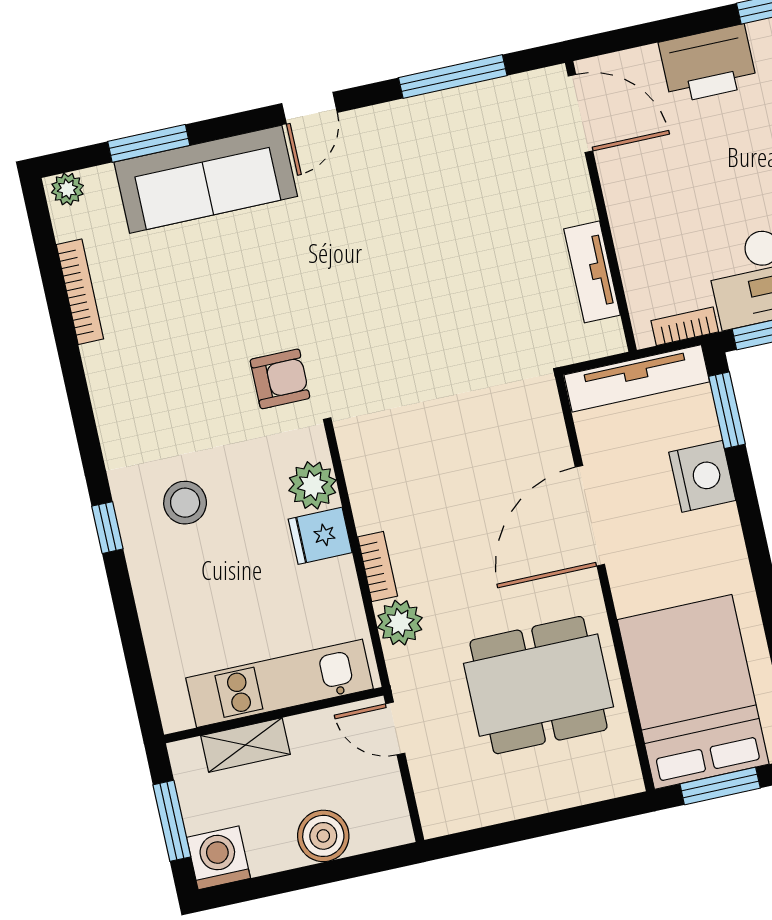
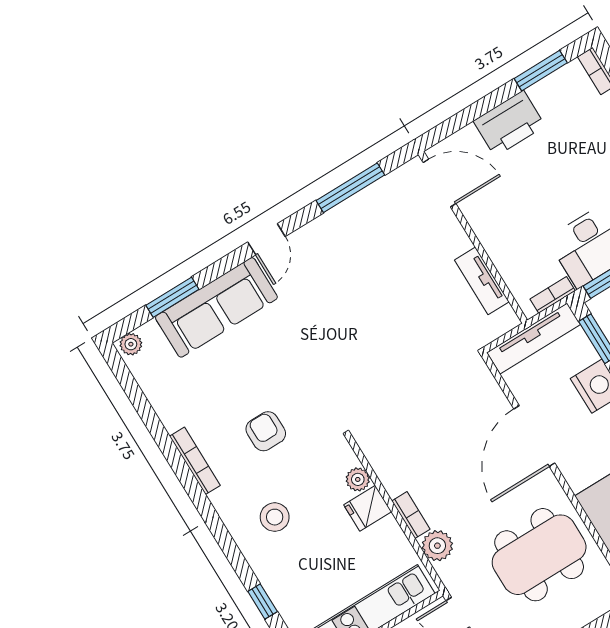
bookcase: (80, 292) -> (195, 461), moved
armchair: (280, 379) -> (266, 431), moved, turned -90
plant: (312, 485) -> (358, 479), width x0.73, depth x0.73
window: (107, 528) -> (263, 601), moved

